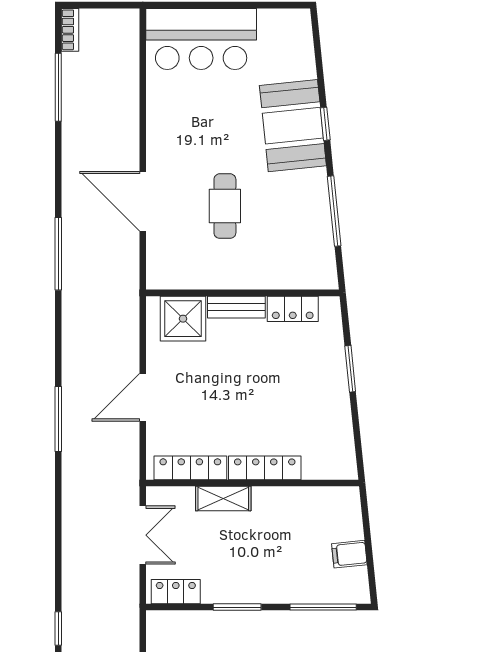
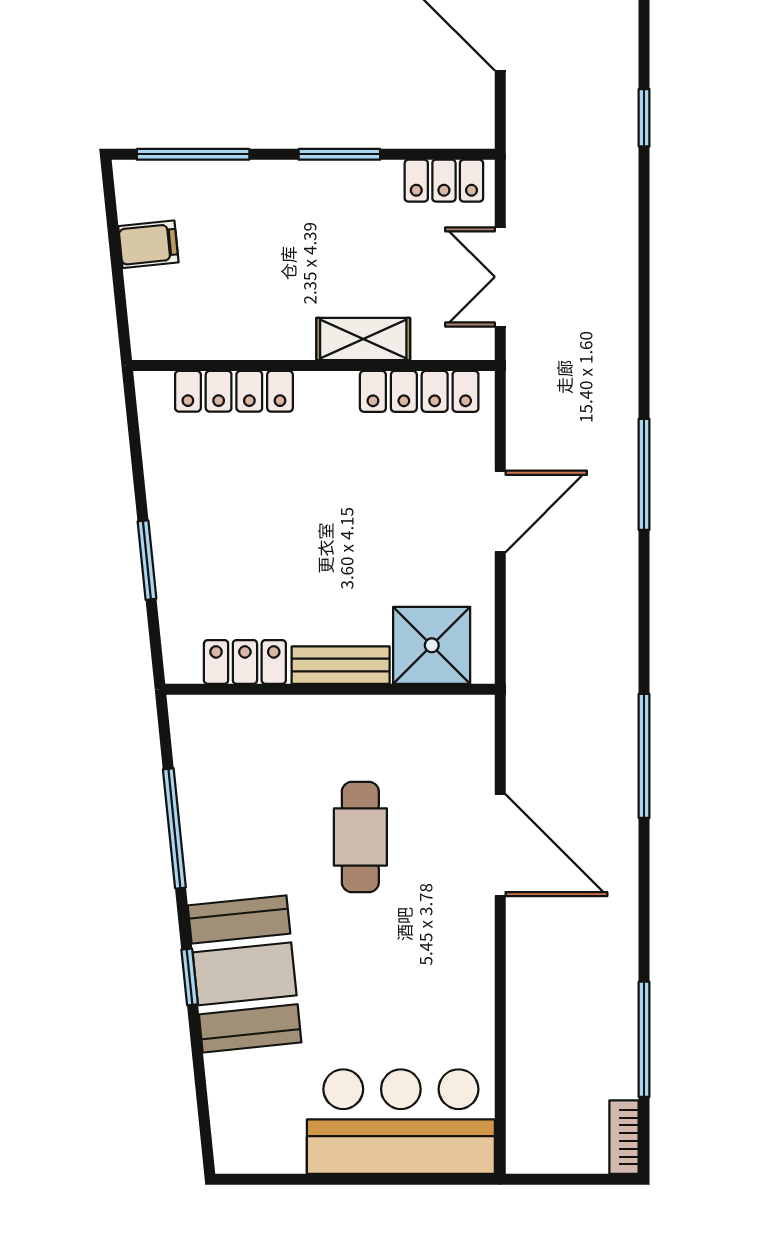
locker: (265, 468) -> (234, 391), moved

